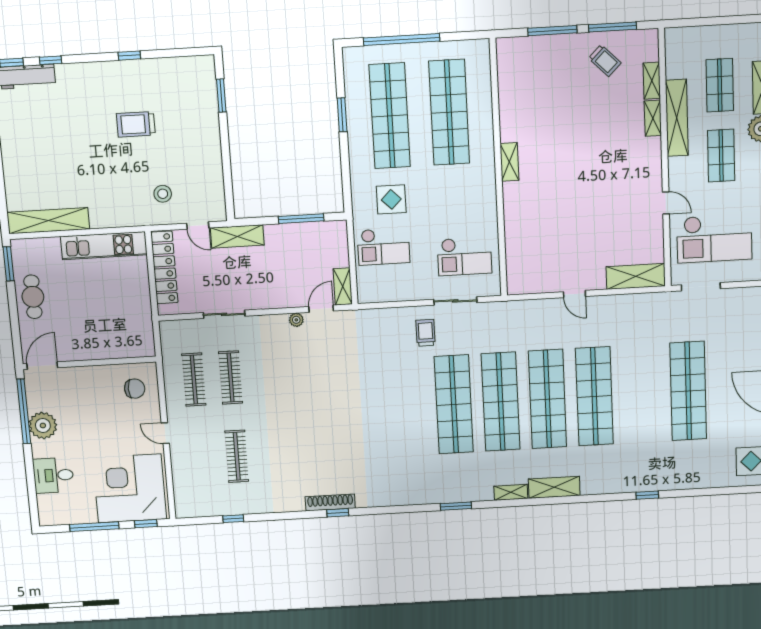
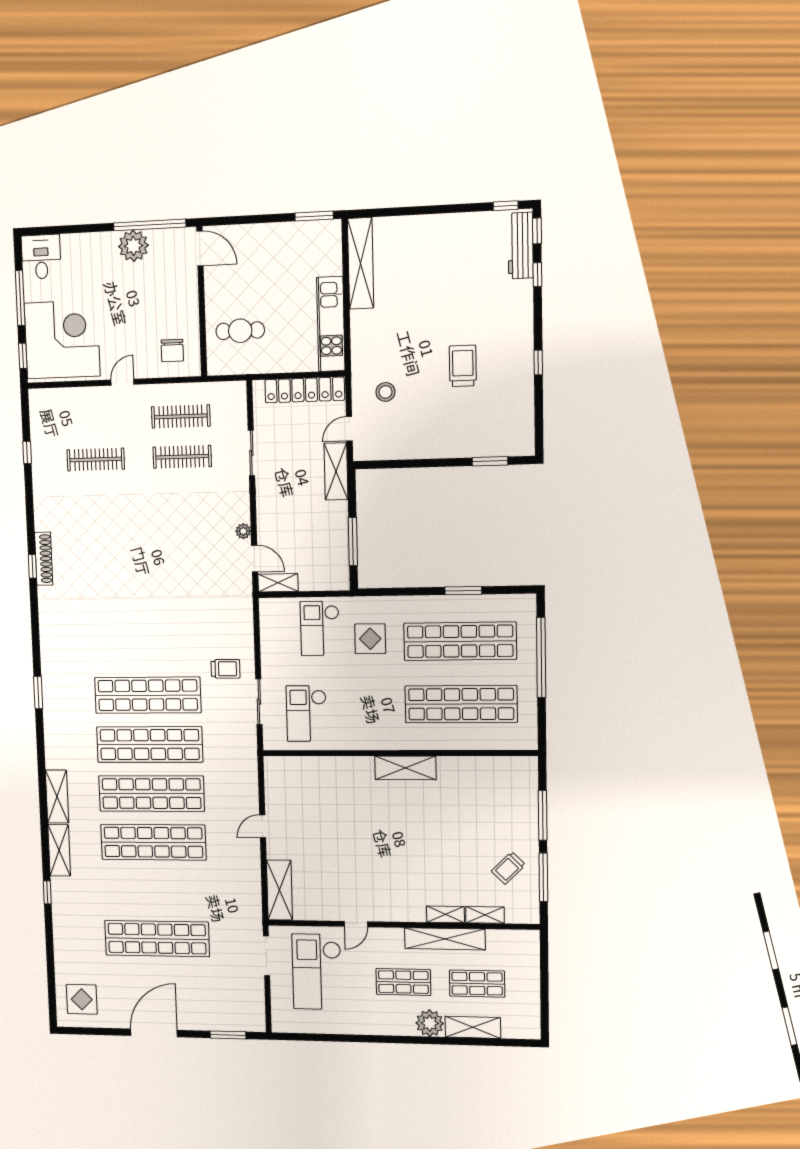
shelving: (509, 162) -> (405, 768), width x1.50, depth x1.33
cafe table: (33, 297) -> (240, 331), moved
desk: (53, 475) -> (41, 257), moved
shelving: (511, 492) -> (59, 850), moved, width x1.50, depth x1.33

